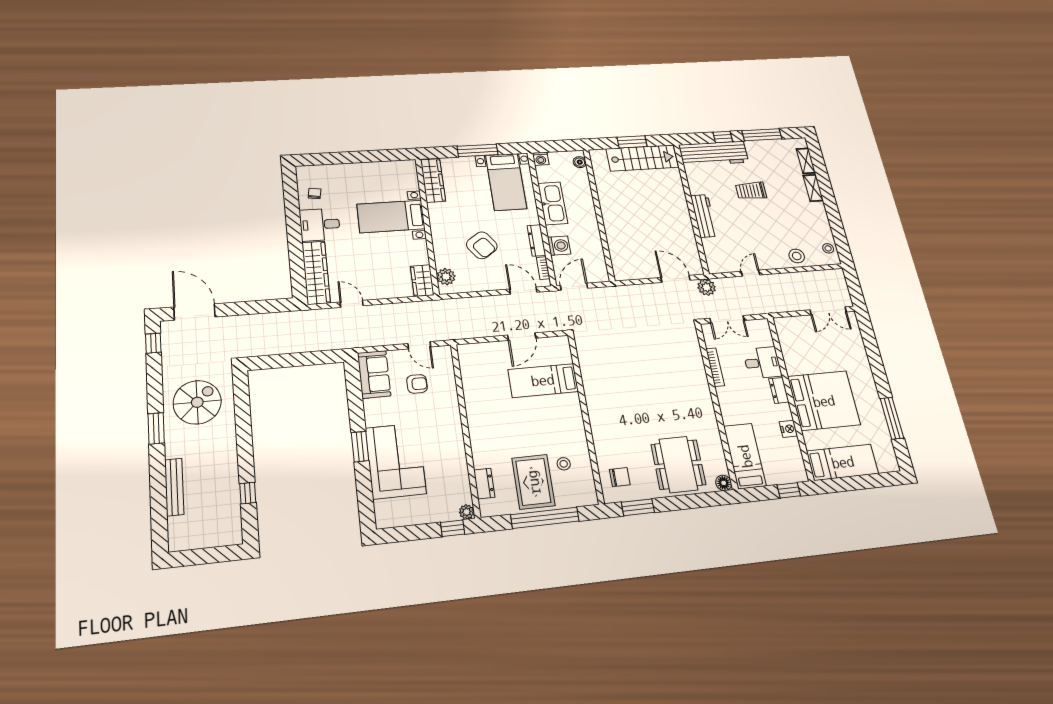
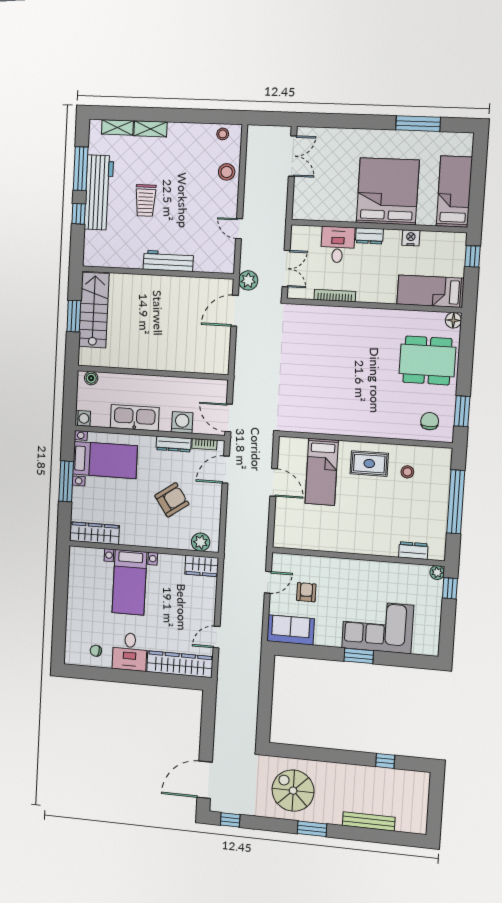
workbench: (714, 153) -> (99, 192), moved
rug: (533, 482) -> (369, 464), moved, width x0.73, depth x0.70

